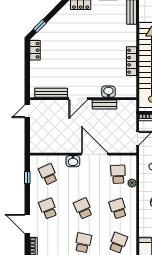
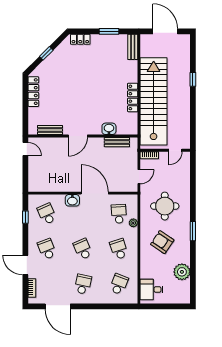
window: (40, 26) -> (46, 53), moved
locker: (35, 50) -> (33, 92), width x1.53
bench: (51, 93) -> (50, 130), width x0.73
bench: (105, 105) -> (117, 142), moved
door: (27, 111) -> (25, 149), swing flipped

